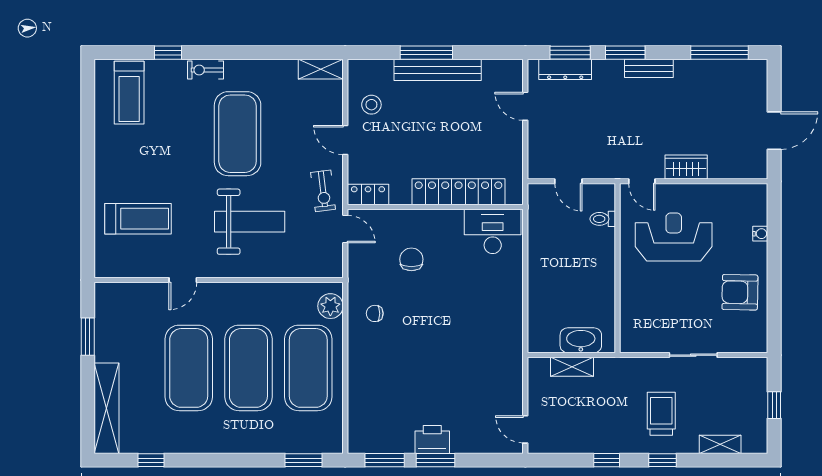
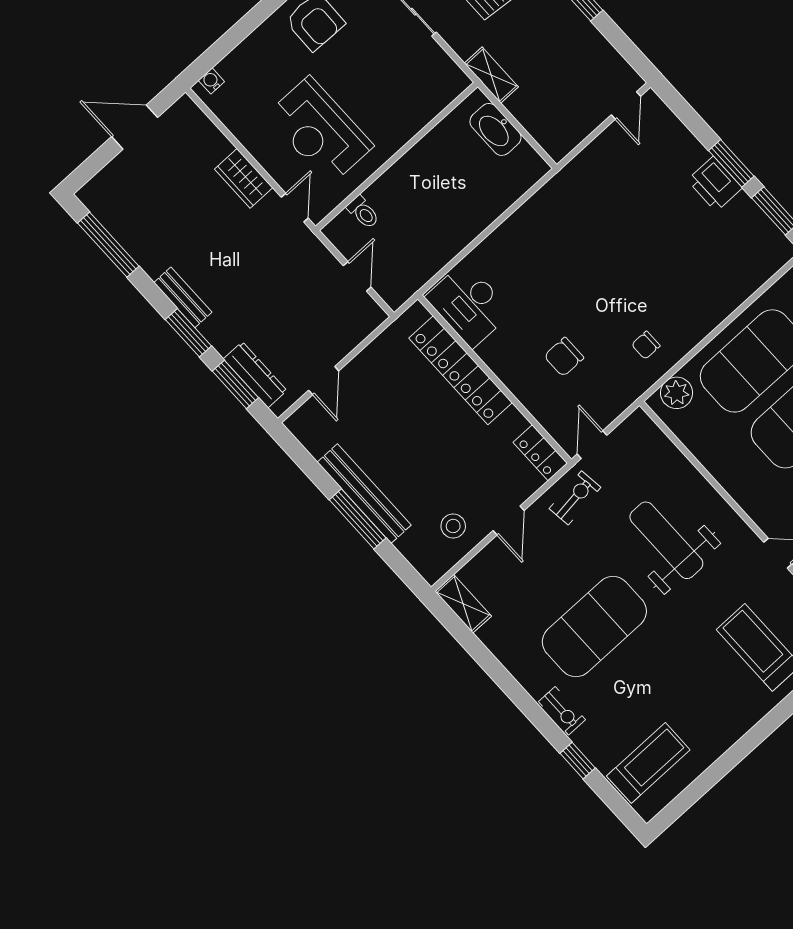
water cooler: (760, 234) -> (211, 81), moved
chair: (375, 313) -> (646, 345), turned 90
shelving: (572, 367) -> (491, 75), moved

